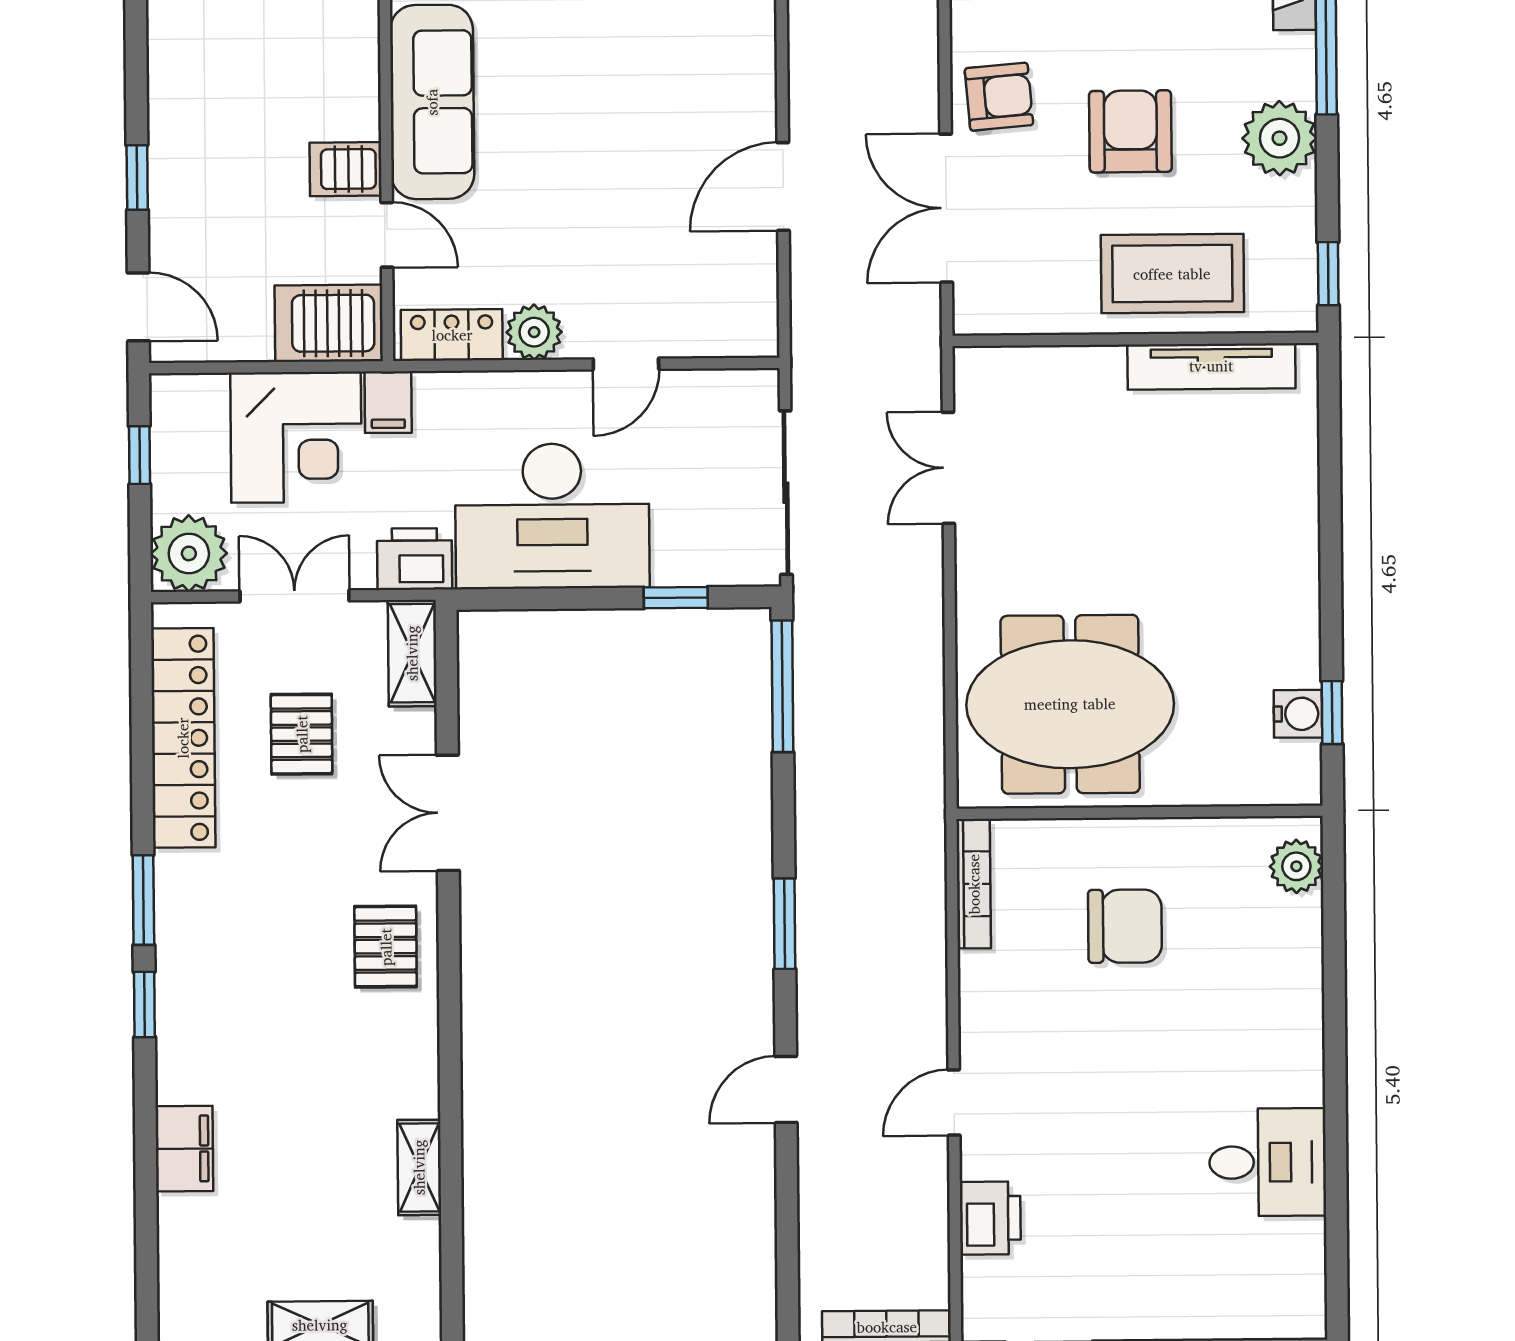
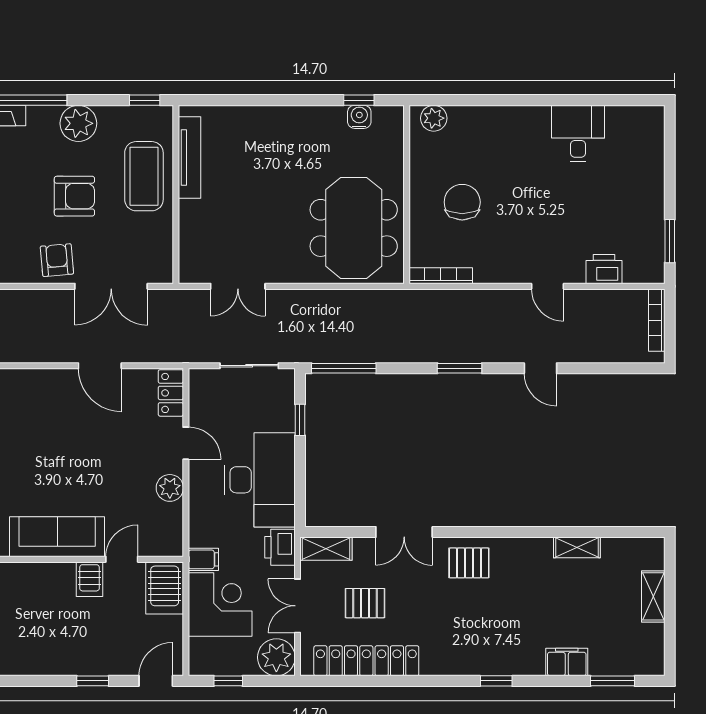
armchair: (1130, 131) -> (74, 196), turned 180
locker: (452, 335) -> (171, 393), moved
sliding door: (786, 493) -> (249, 366), width x0.73
window: (143, 900) -> (613, 681), moved

